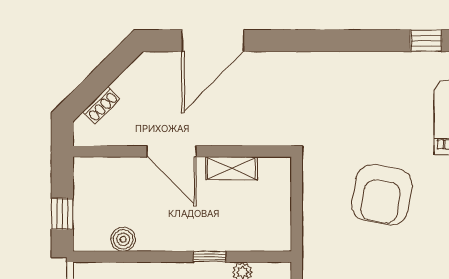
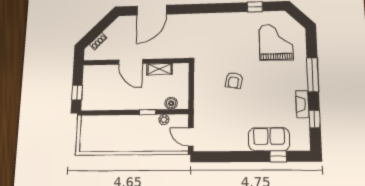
armchair: (382, 195) -> (234, 80), width x0.53, depth x0.53
boiler: (123, 239) -> (171, 103), moved

